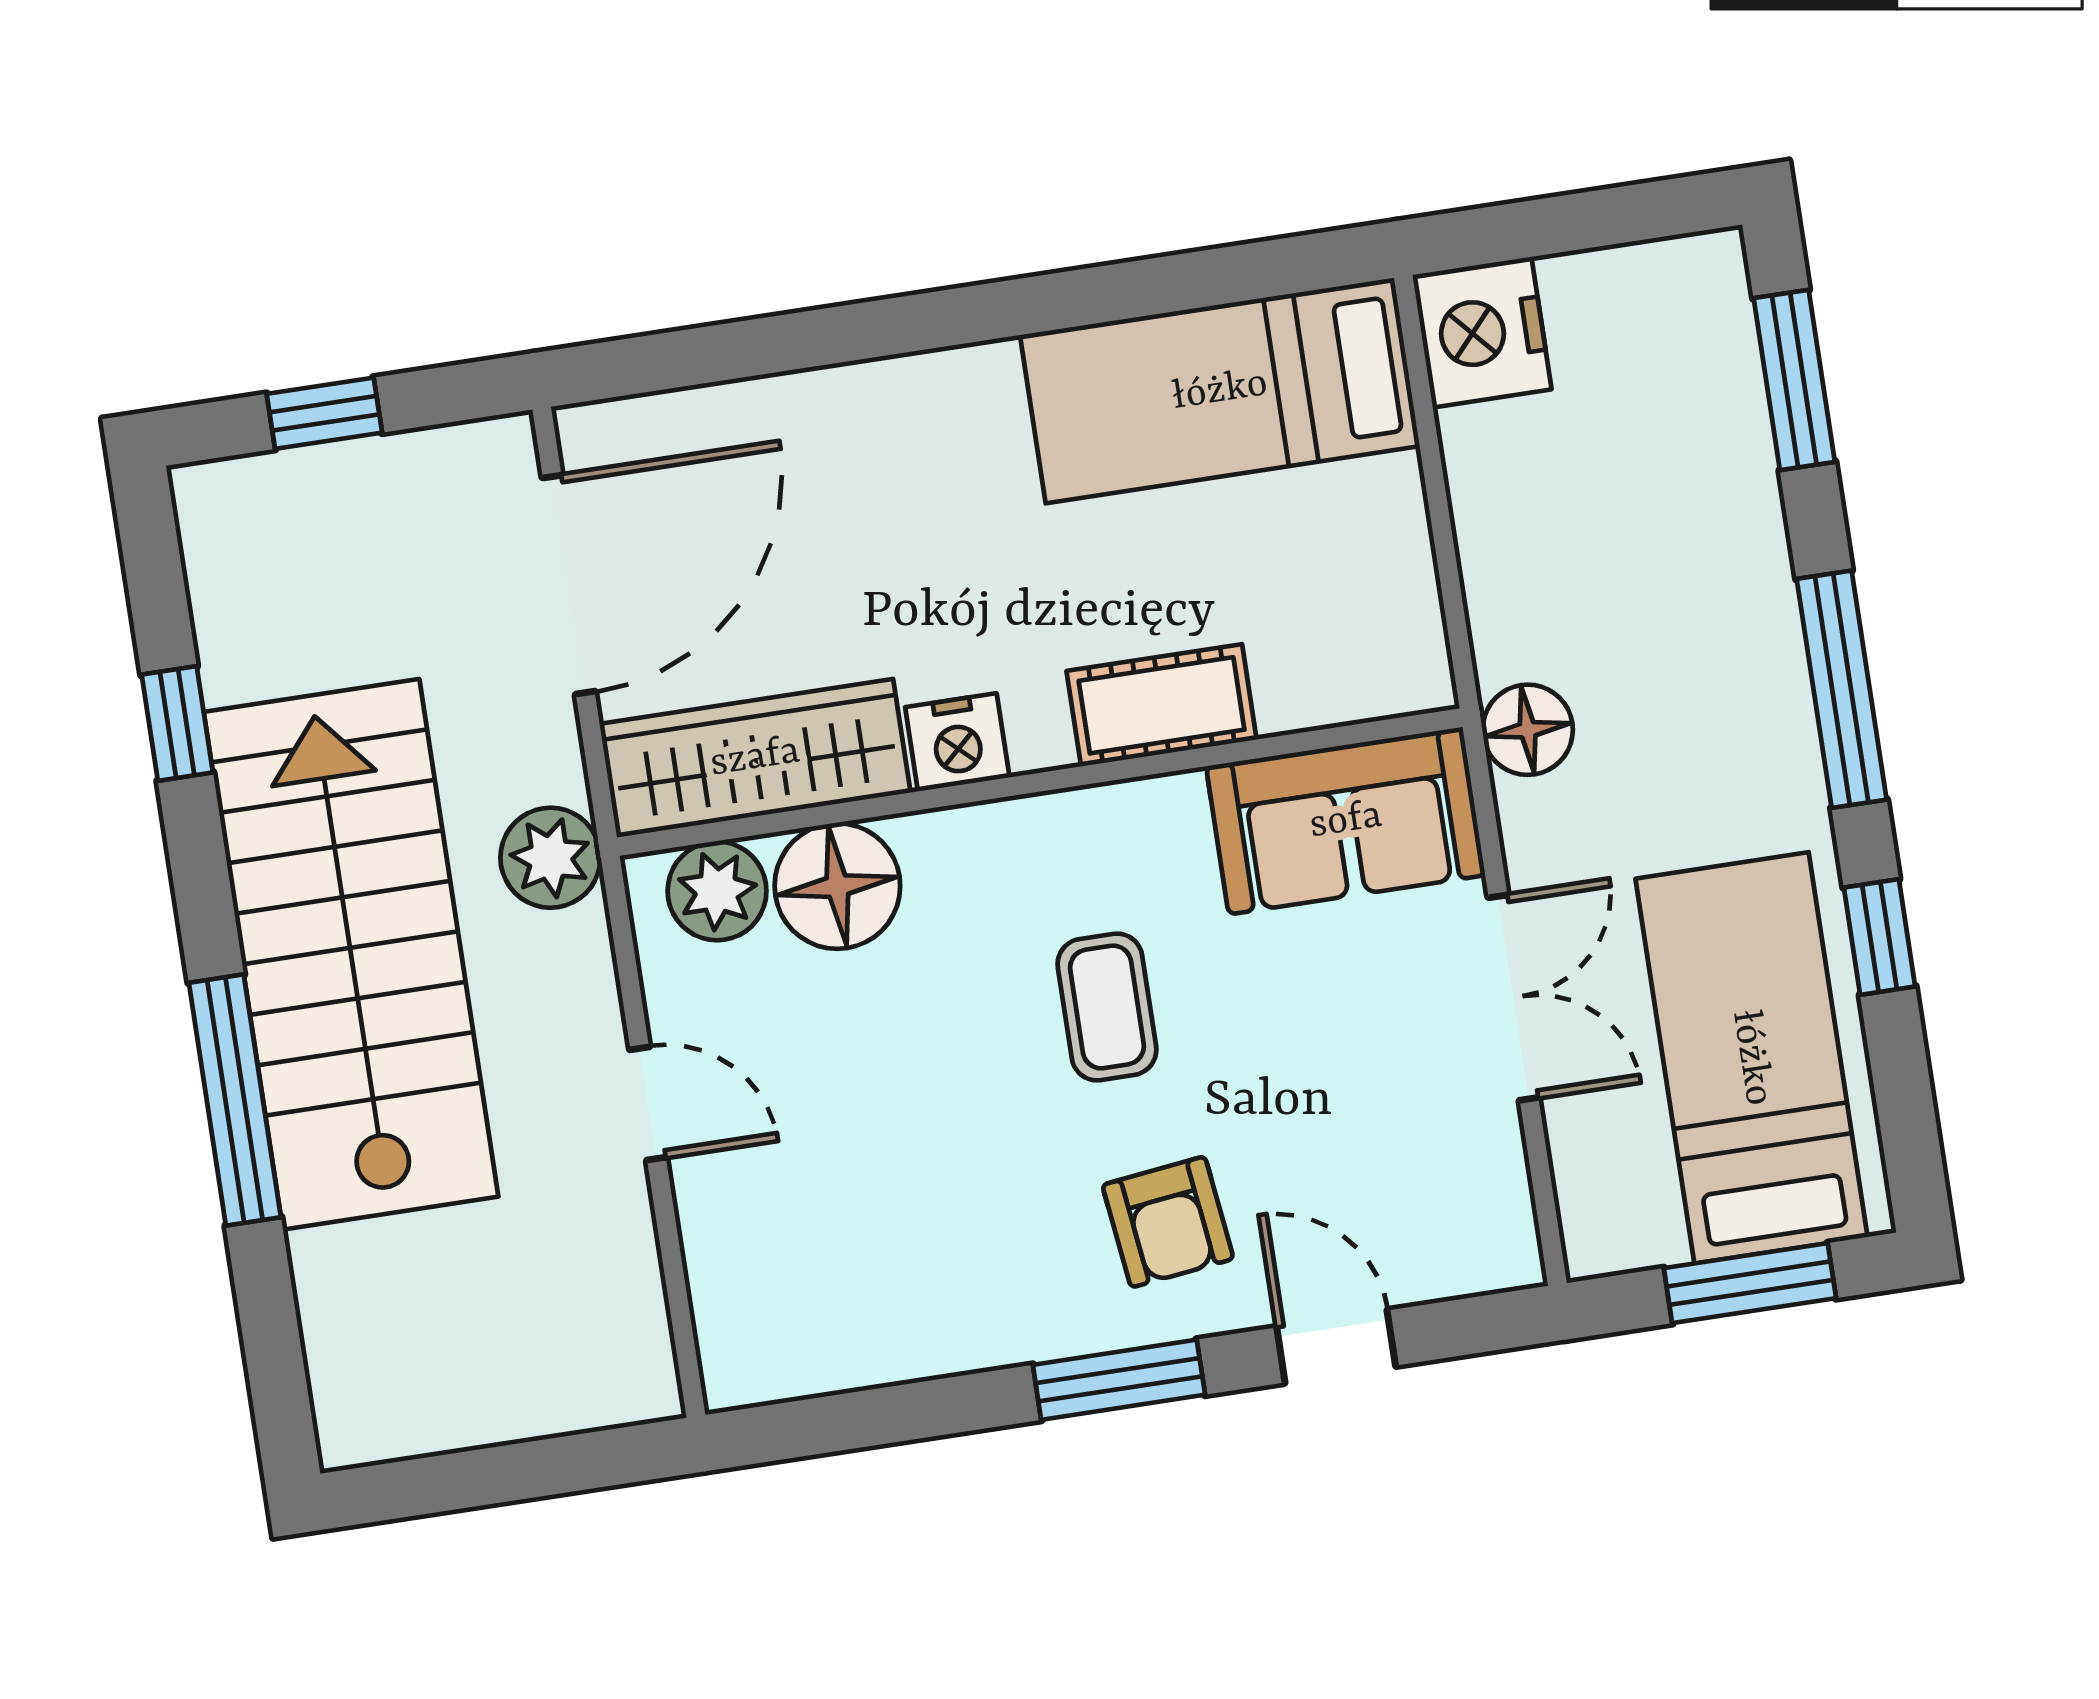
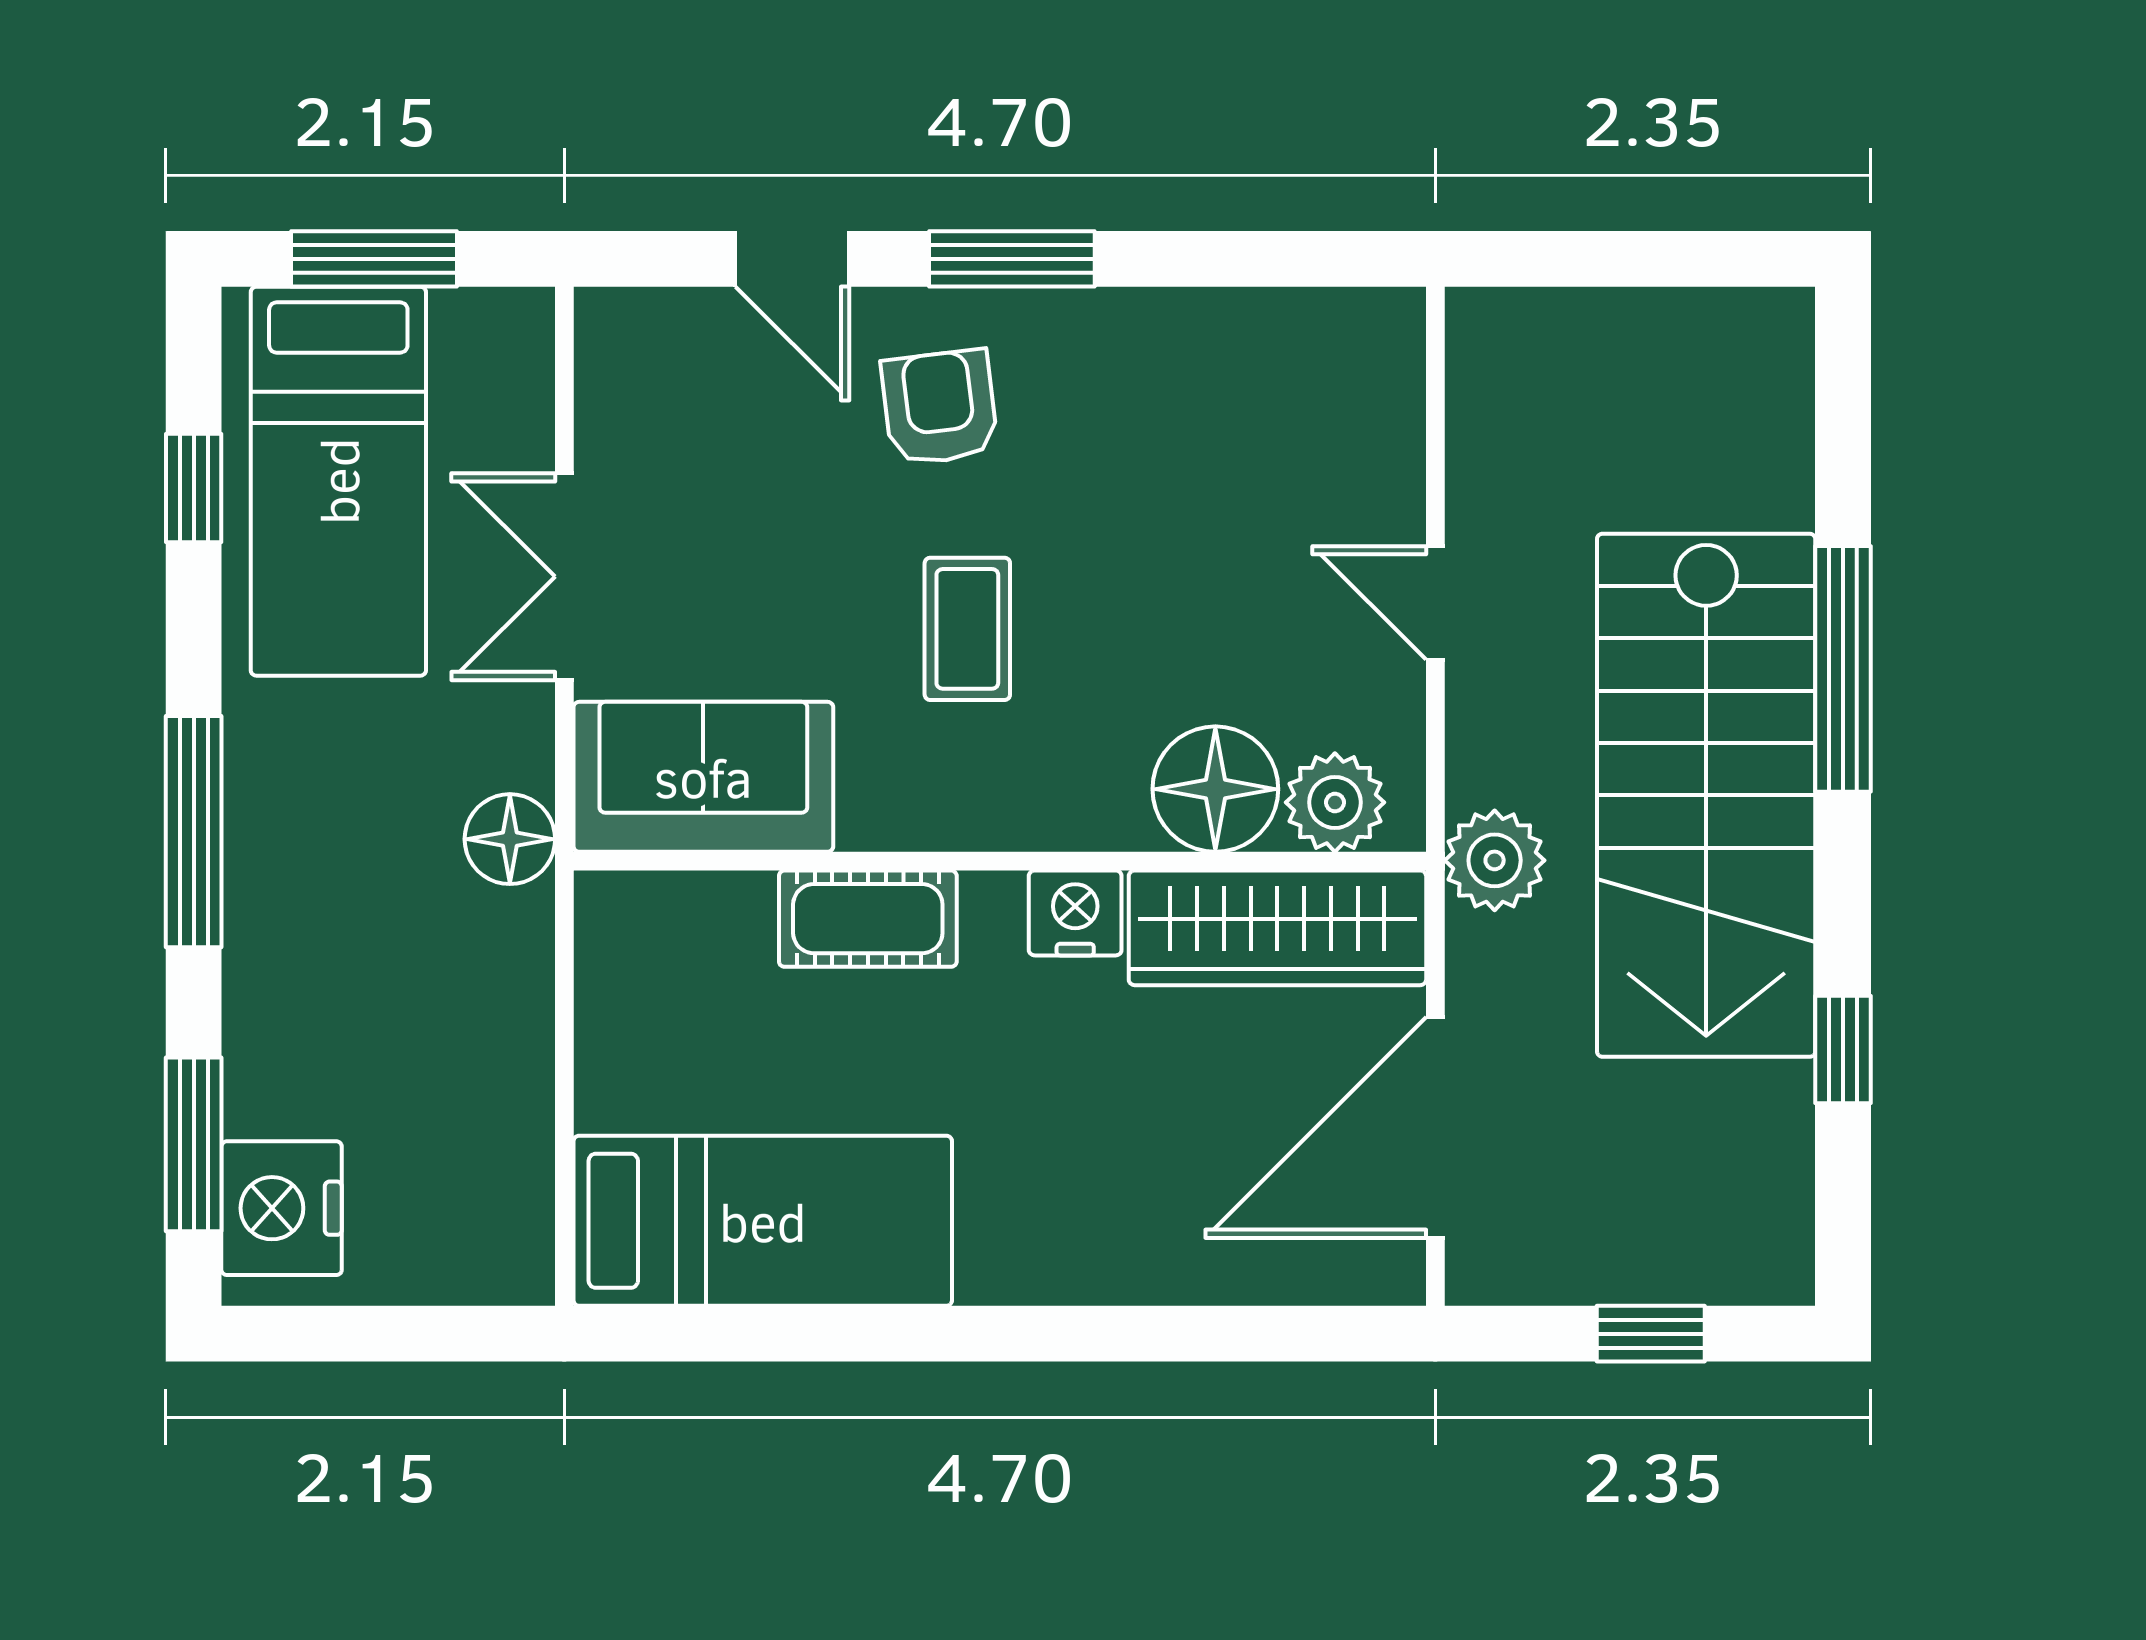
nightstand: (1482, 332) -> (282, 1208), moved, turned 180
window: (1879, 937) -> (194, 488), moved

